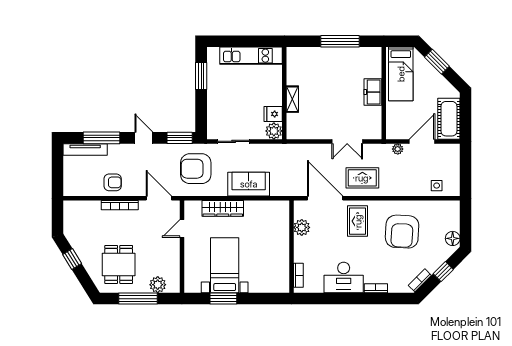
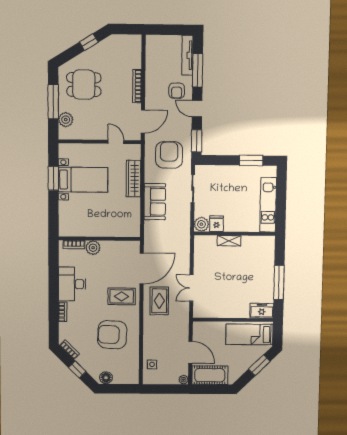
freezer: (373, 92) -> (262, 311), moved
door: (144, 138) -> (197, 109), swing flipped
plant: (398, 149) -> (184, 380), moved
armchair: (113, 182) -> (177, 91), moved
plant: (302, 227) -> (93, 248), moved

